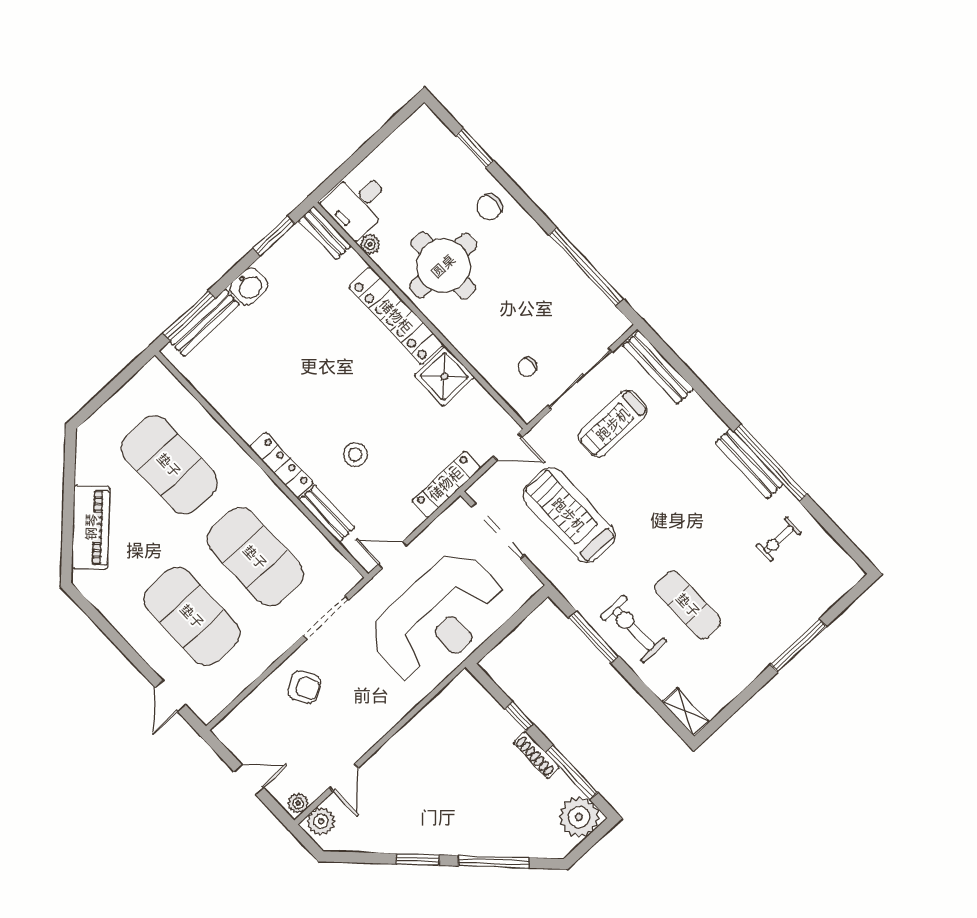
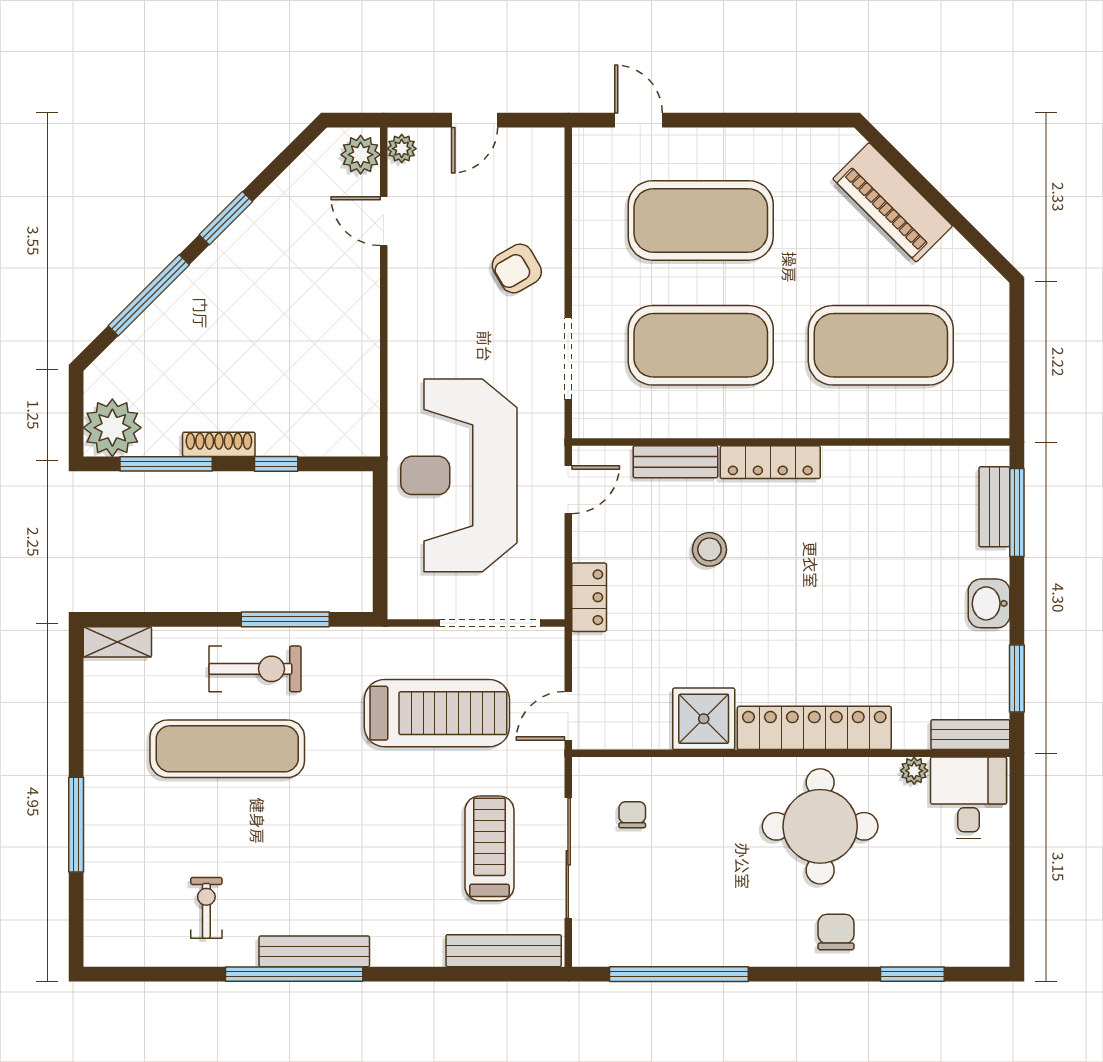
bench: (205, 323) -> (994, 507), width x0.73
locker: (446, 484) -> (589, 597), width x0.66
exercise mat: (688, 605) -> (227, 749), width x1.36, depth x1.45

